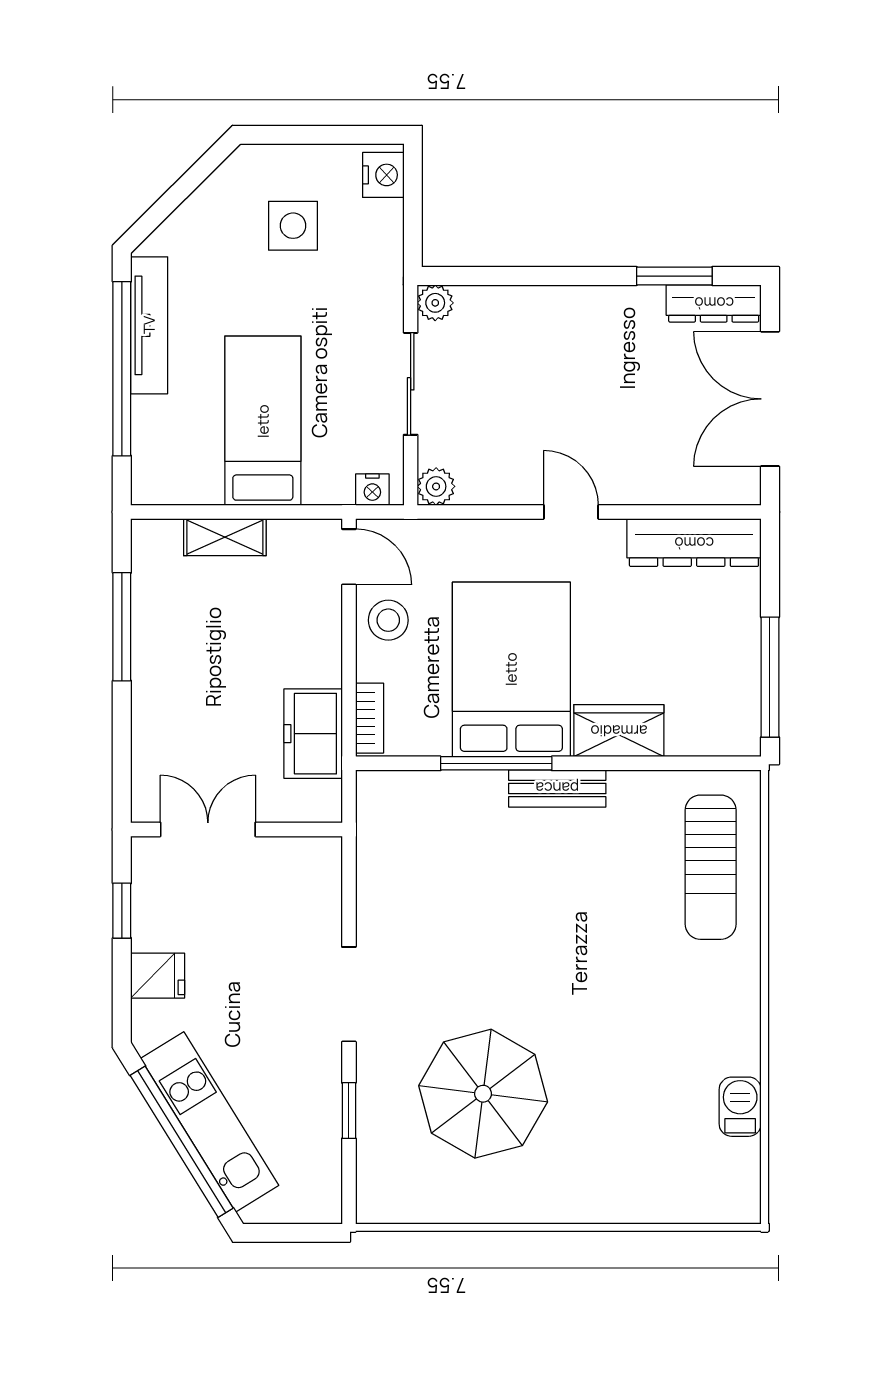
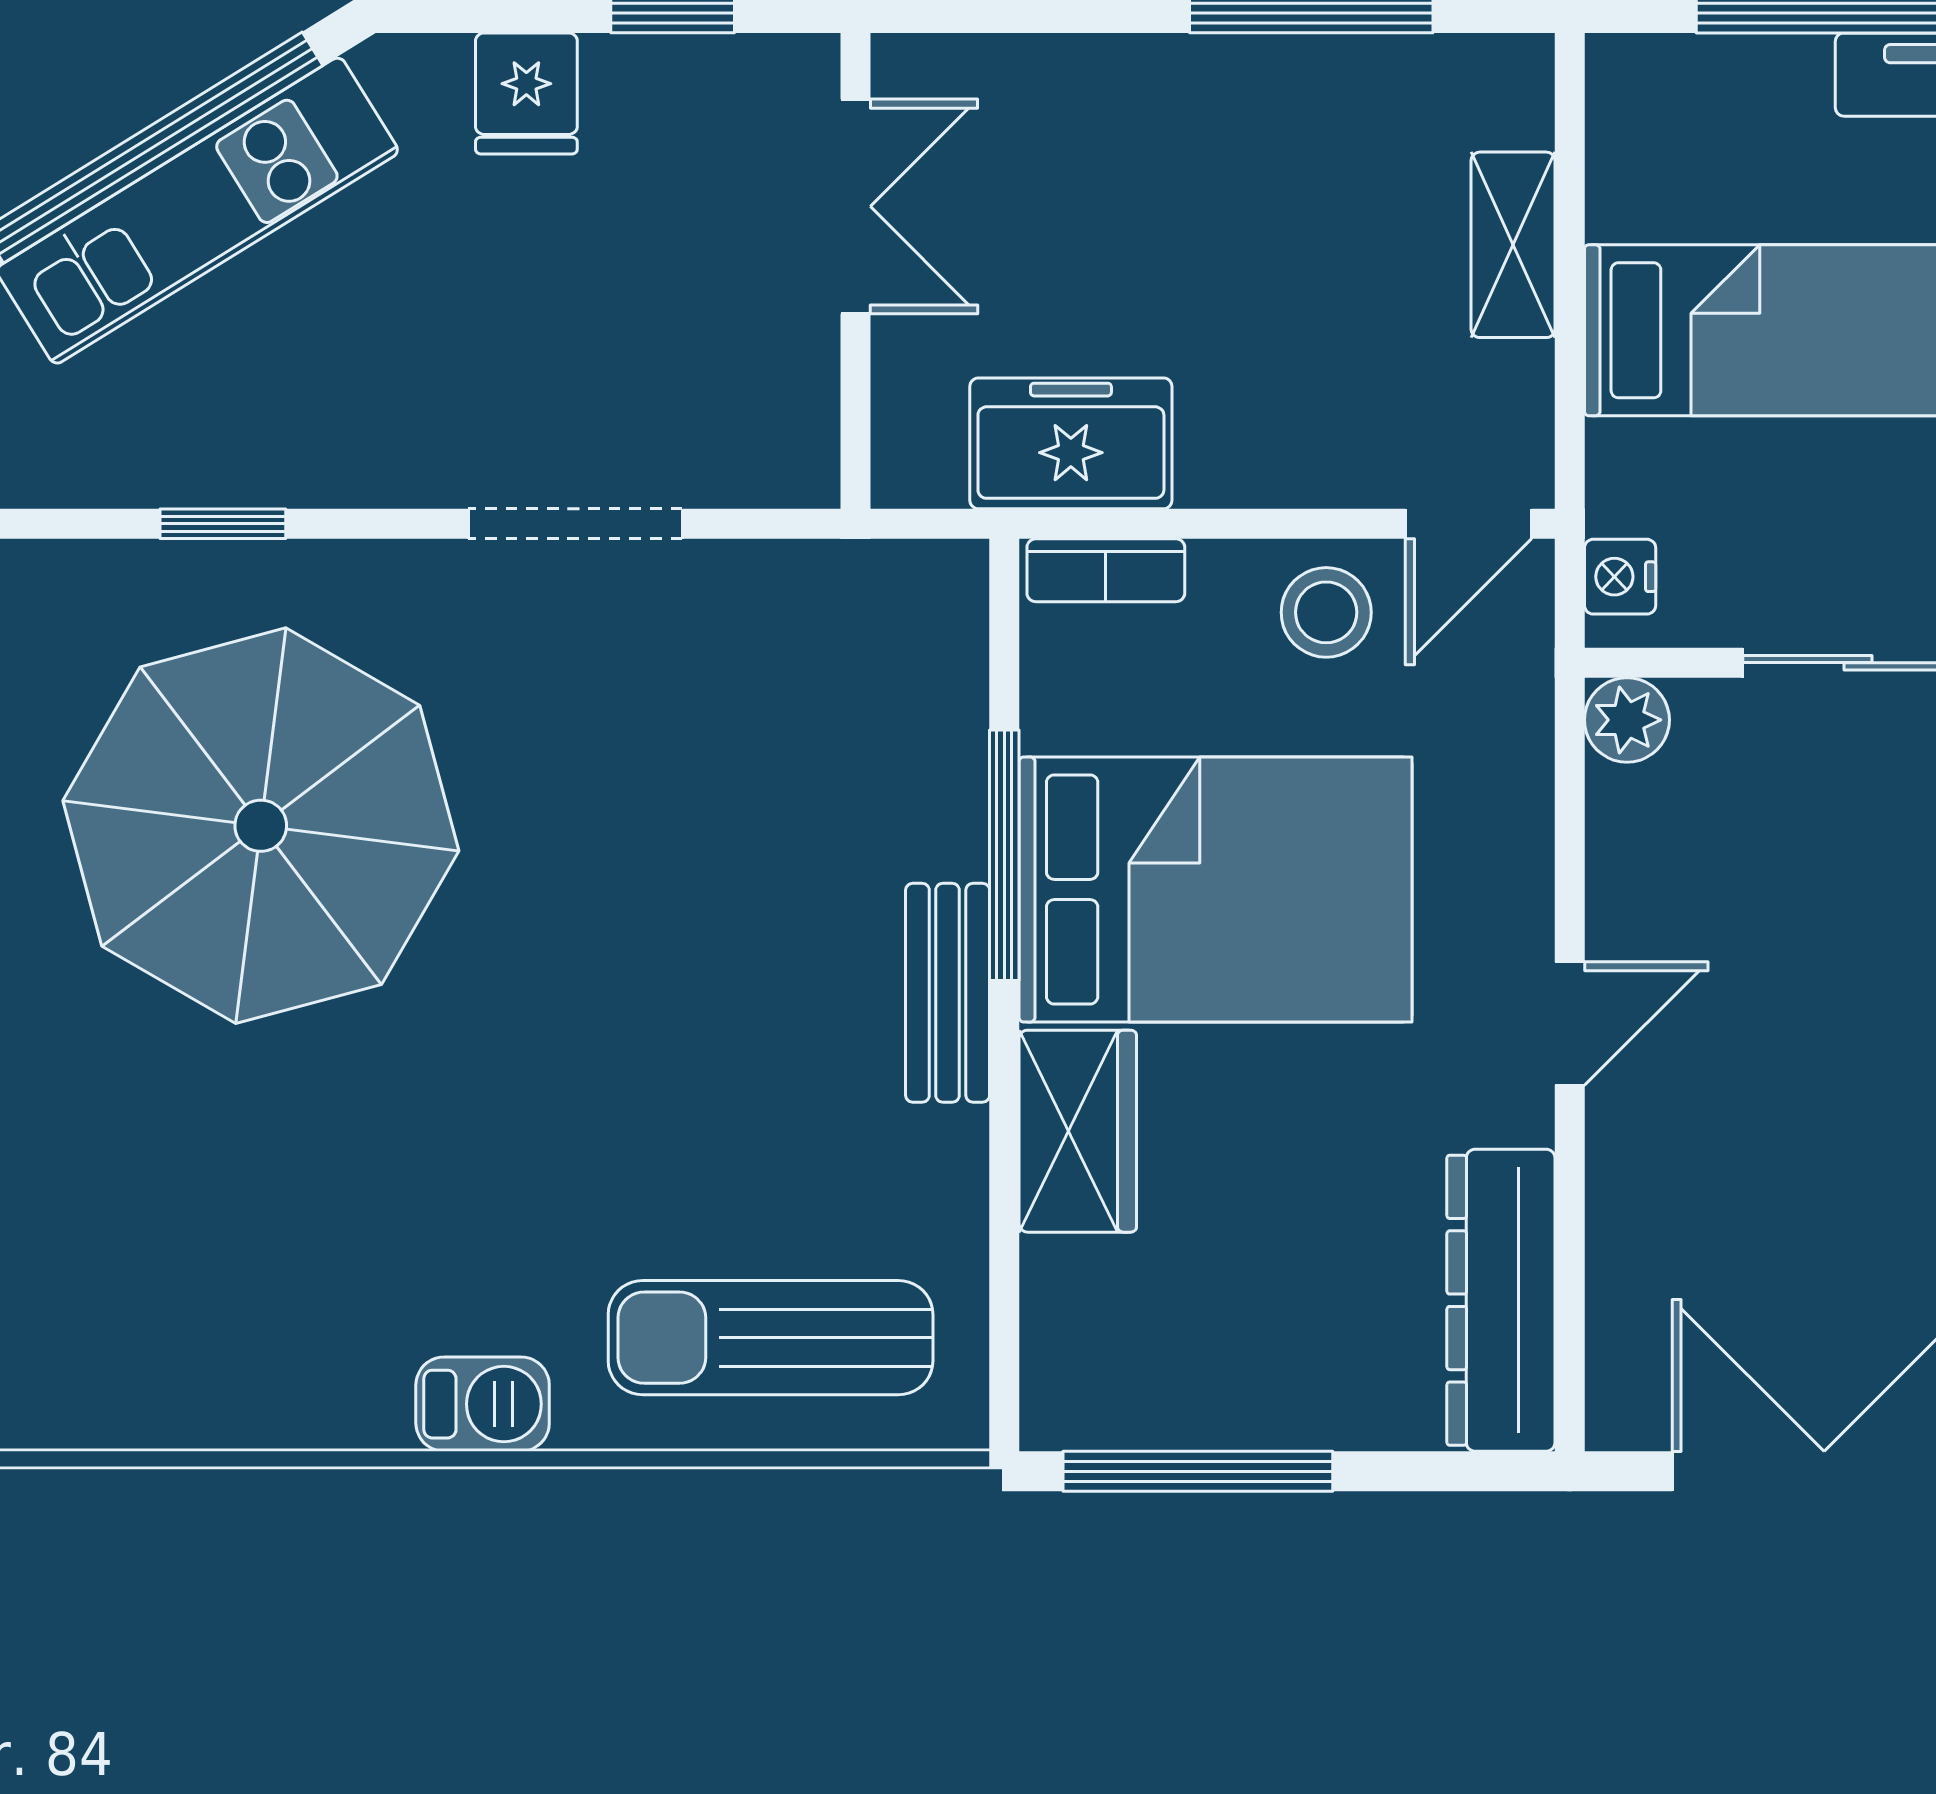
doorway: (349, 994) -> (575, 524), moved
parasol: (483, 1094) -> (261, 826), width x1.36, depth x1.36
barbecue: (740, 1107) -> (483, 1404), moved

